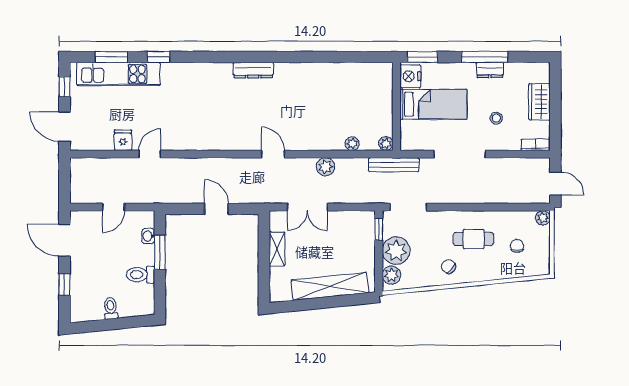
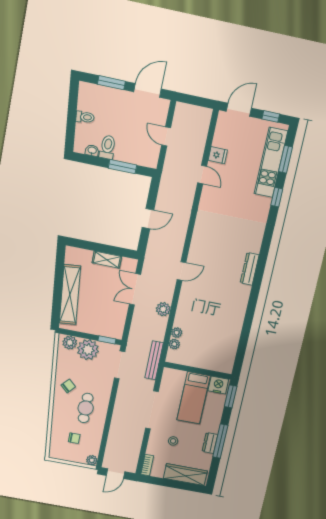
wardrobe: (539, 102) -> (185, 475), width x1.50
plant: (386, 144) -> (174, 344), moved
washbasin: (148, 236) -> (92, 151), moved
window: (64, 285) -> (111, 83), width x1.50

